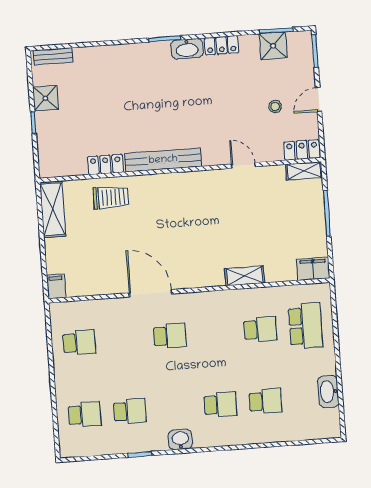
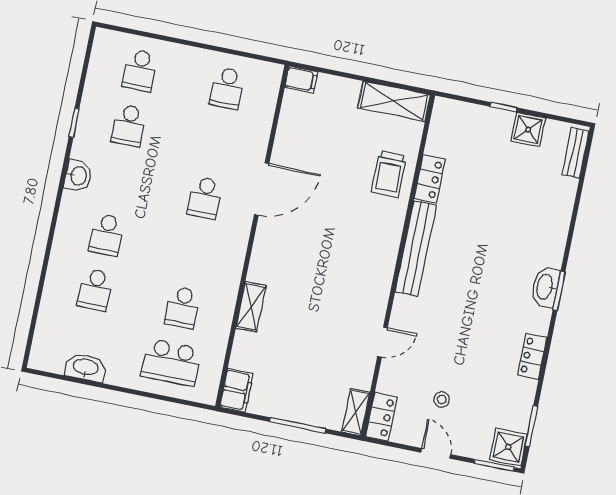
shower: (273, 46) -> (508, 447), moved
washbasin: (187, 49) -> (545, 287), moved

